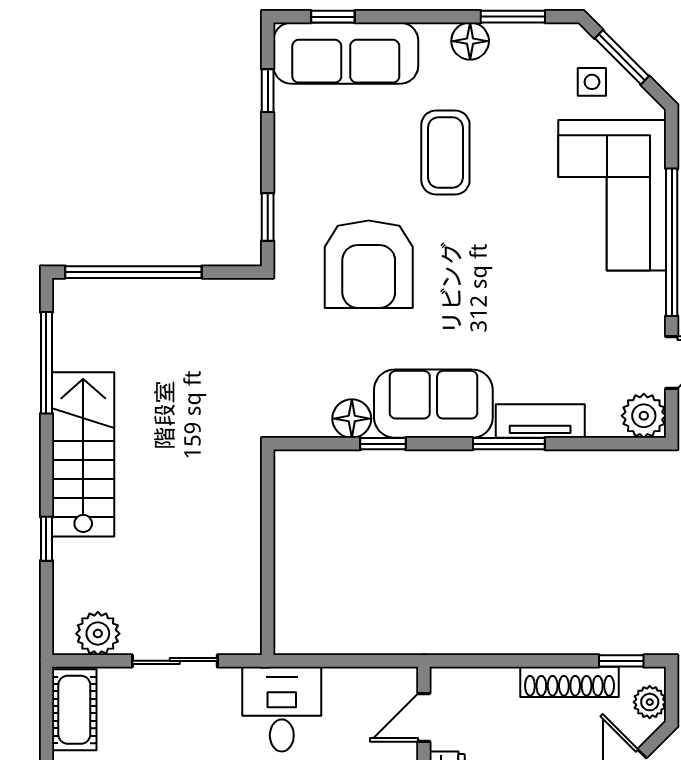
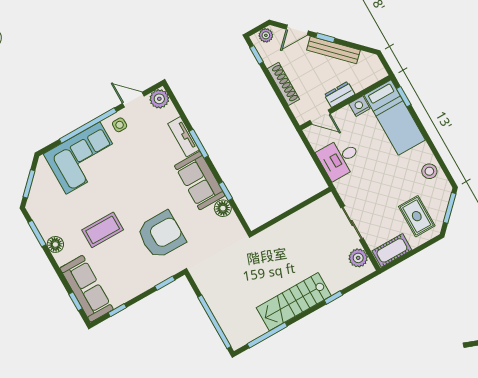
side table: (592, 82) -> (120, 125), moved
shoe rack: (570, 682) -> (283, 84), moved
desk: (282, 709) -> (339, 158), moved

